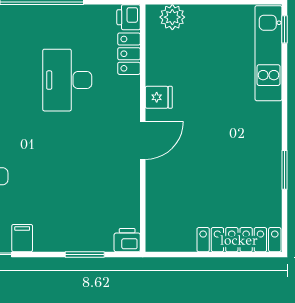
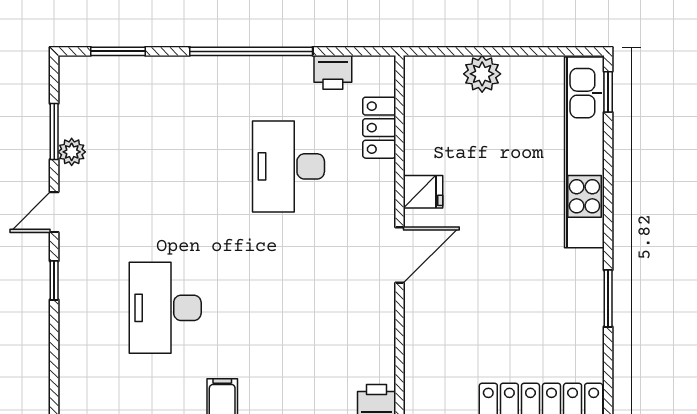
printer: (129, 17) -> (333, 72), moved, turned -90
plant: (172, 17) -> (482, 74), moved
kitchen unit: (269, 53) -> (584, 152), width x1.36

